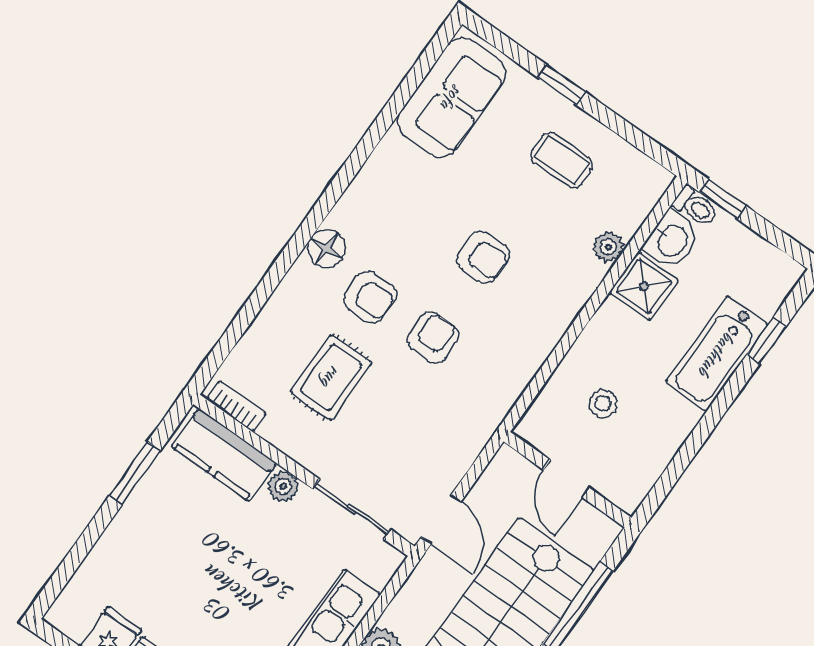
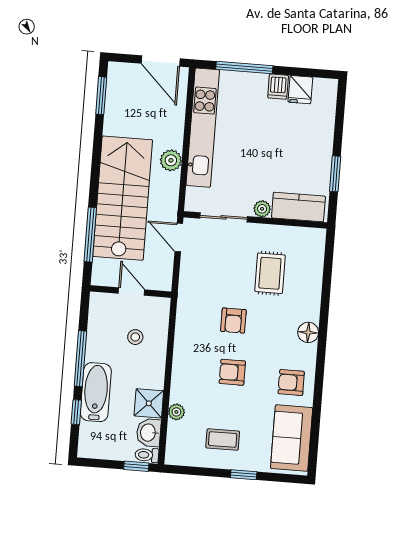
armchair: (370, 297) -> (291, 383), moved
bookcase: (236, 406) -> (306, 233), removed
window: (710, 421) -> (80, 359), added

